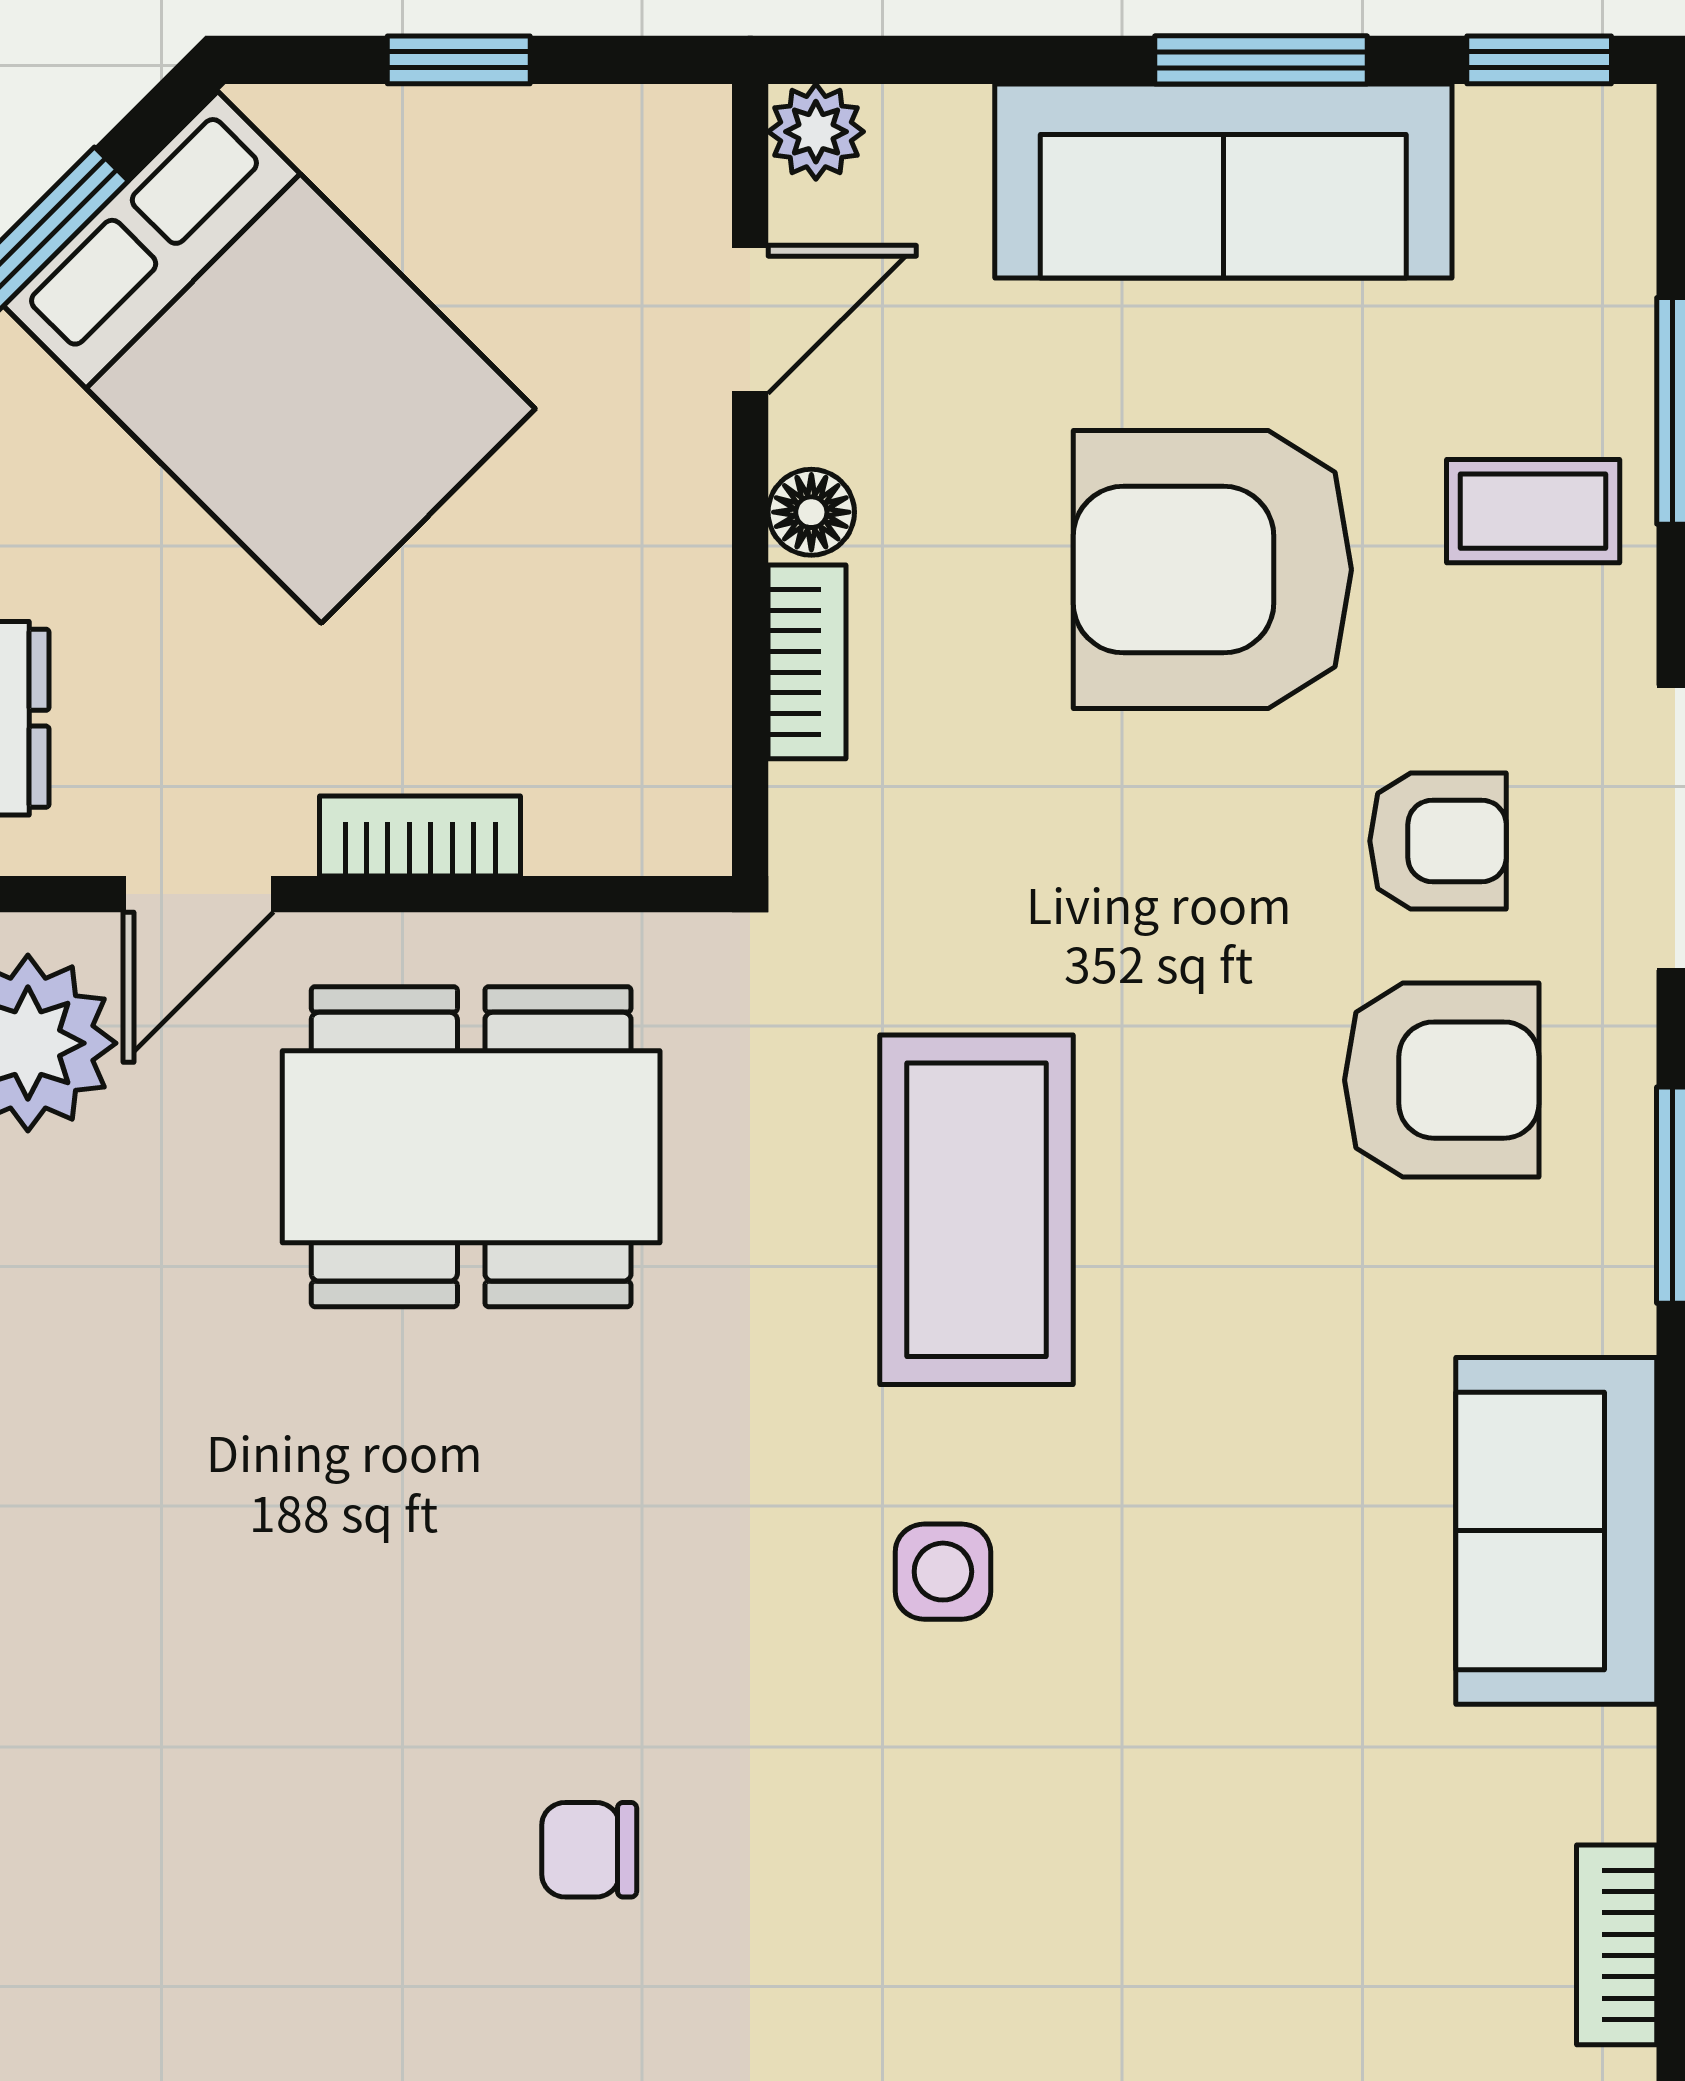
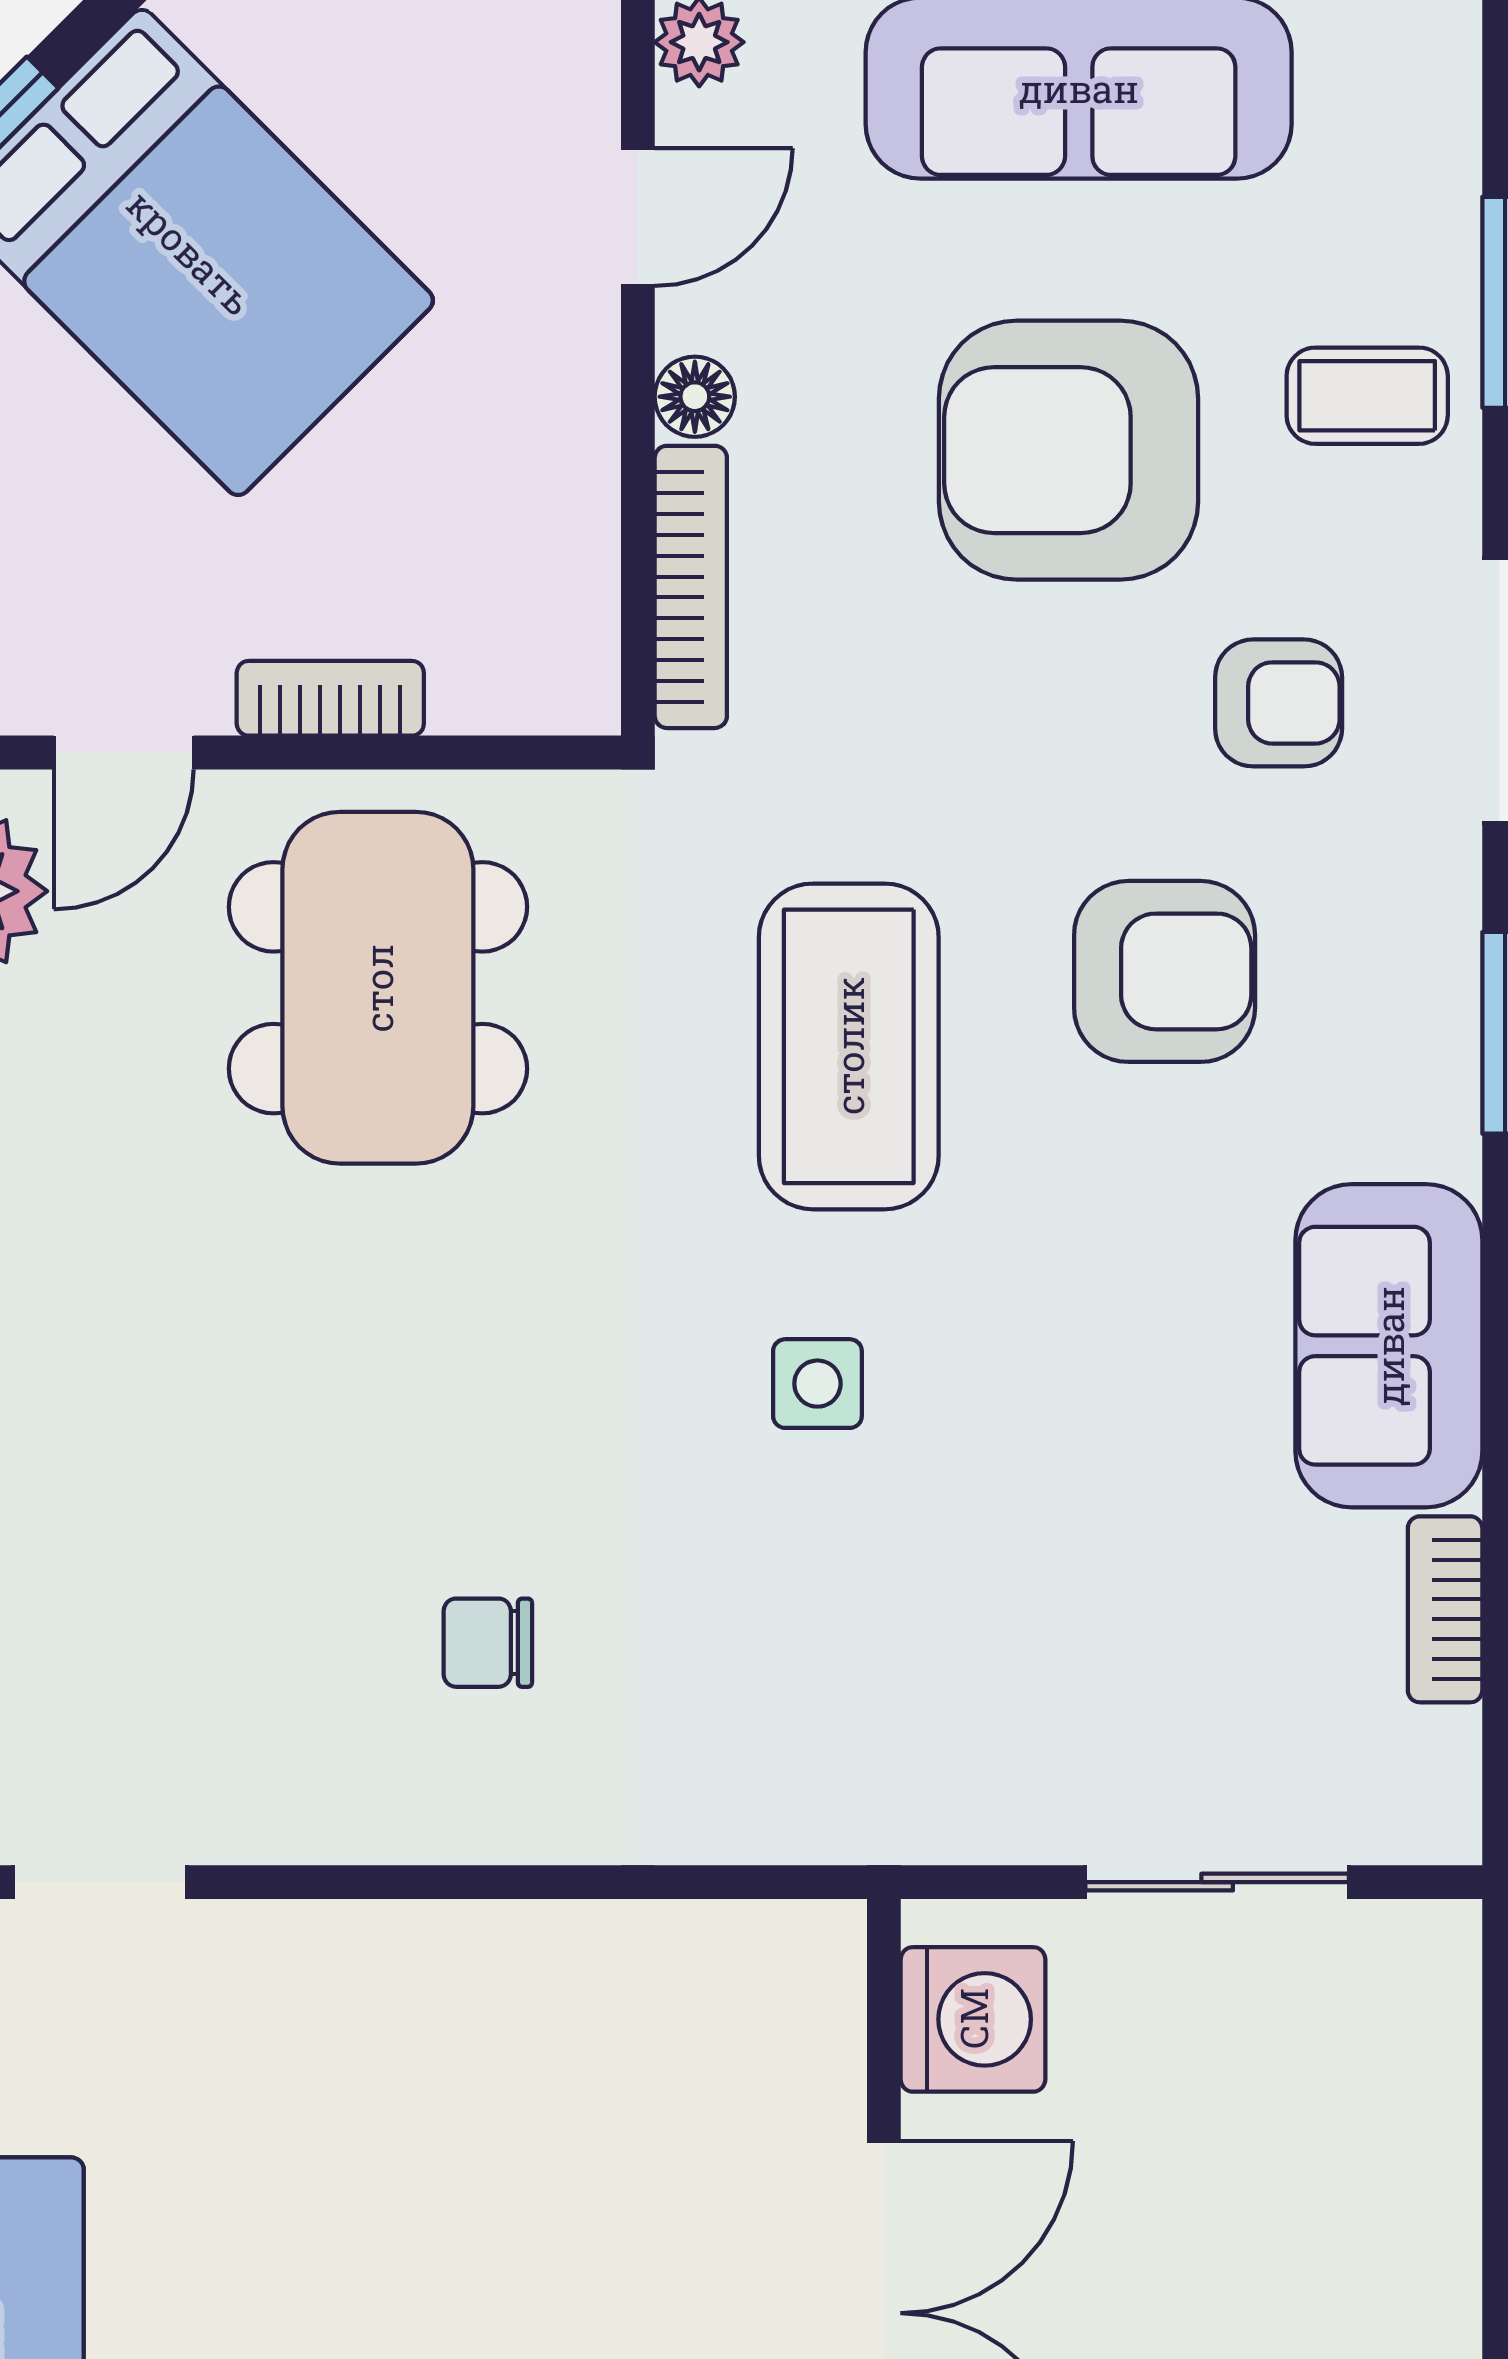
bookcase: (807, 662) -> (691, 587), width x1.56
armchair: (1442, 1080) -> (1165, 971), moved
dining table: (471, 1147) -> (378, 988), turned 90
bookcase: (1617, 1945) -> (1445, 1609), moved

